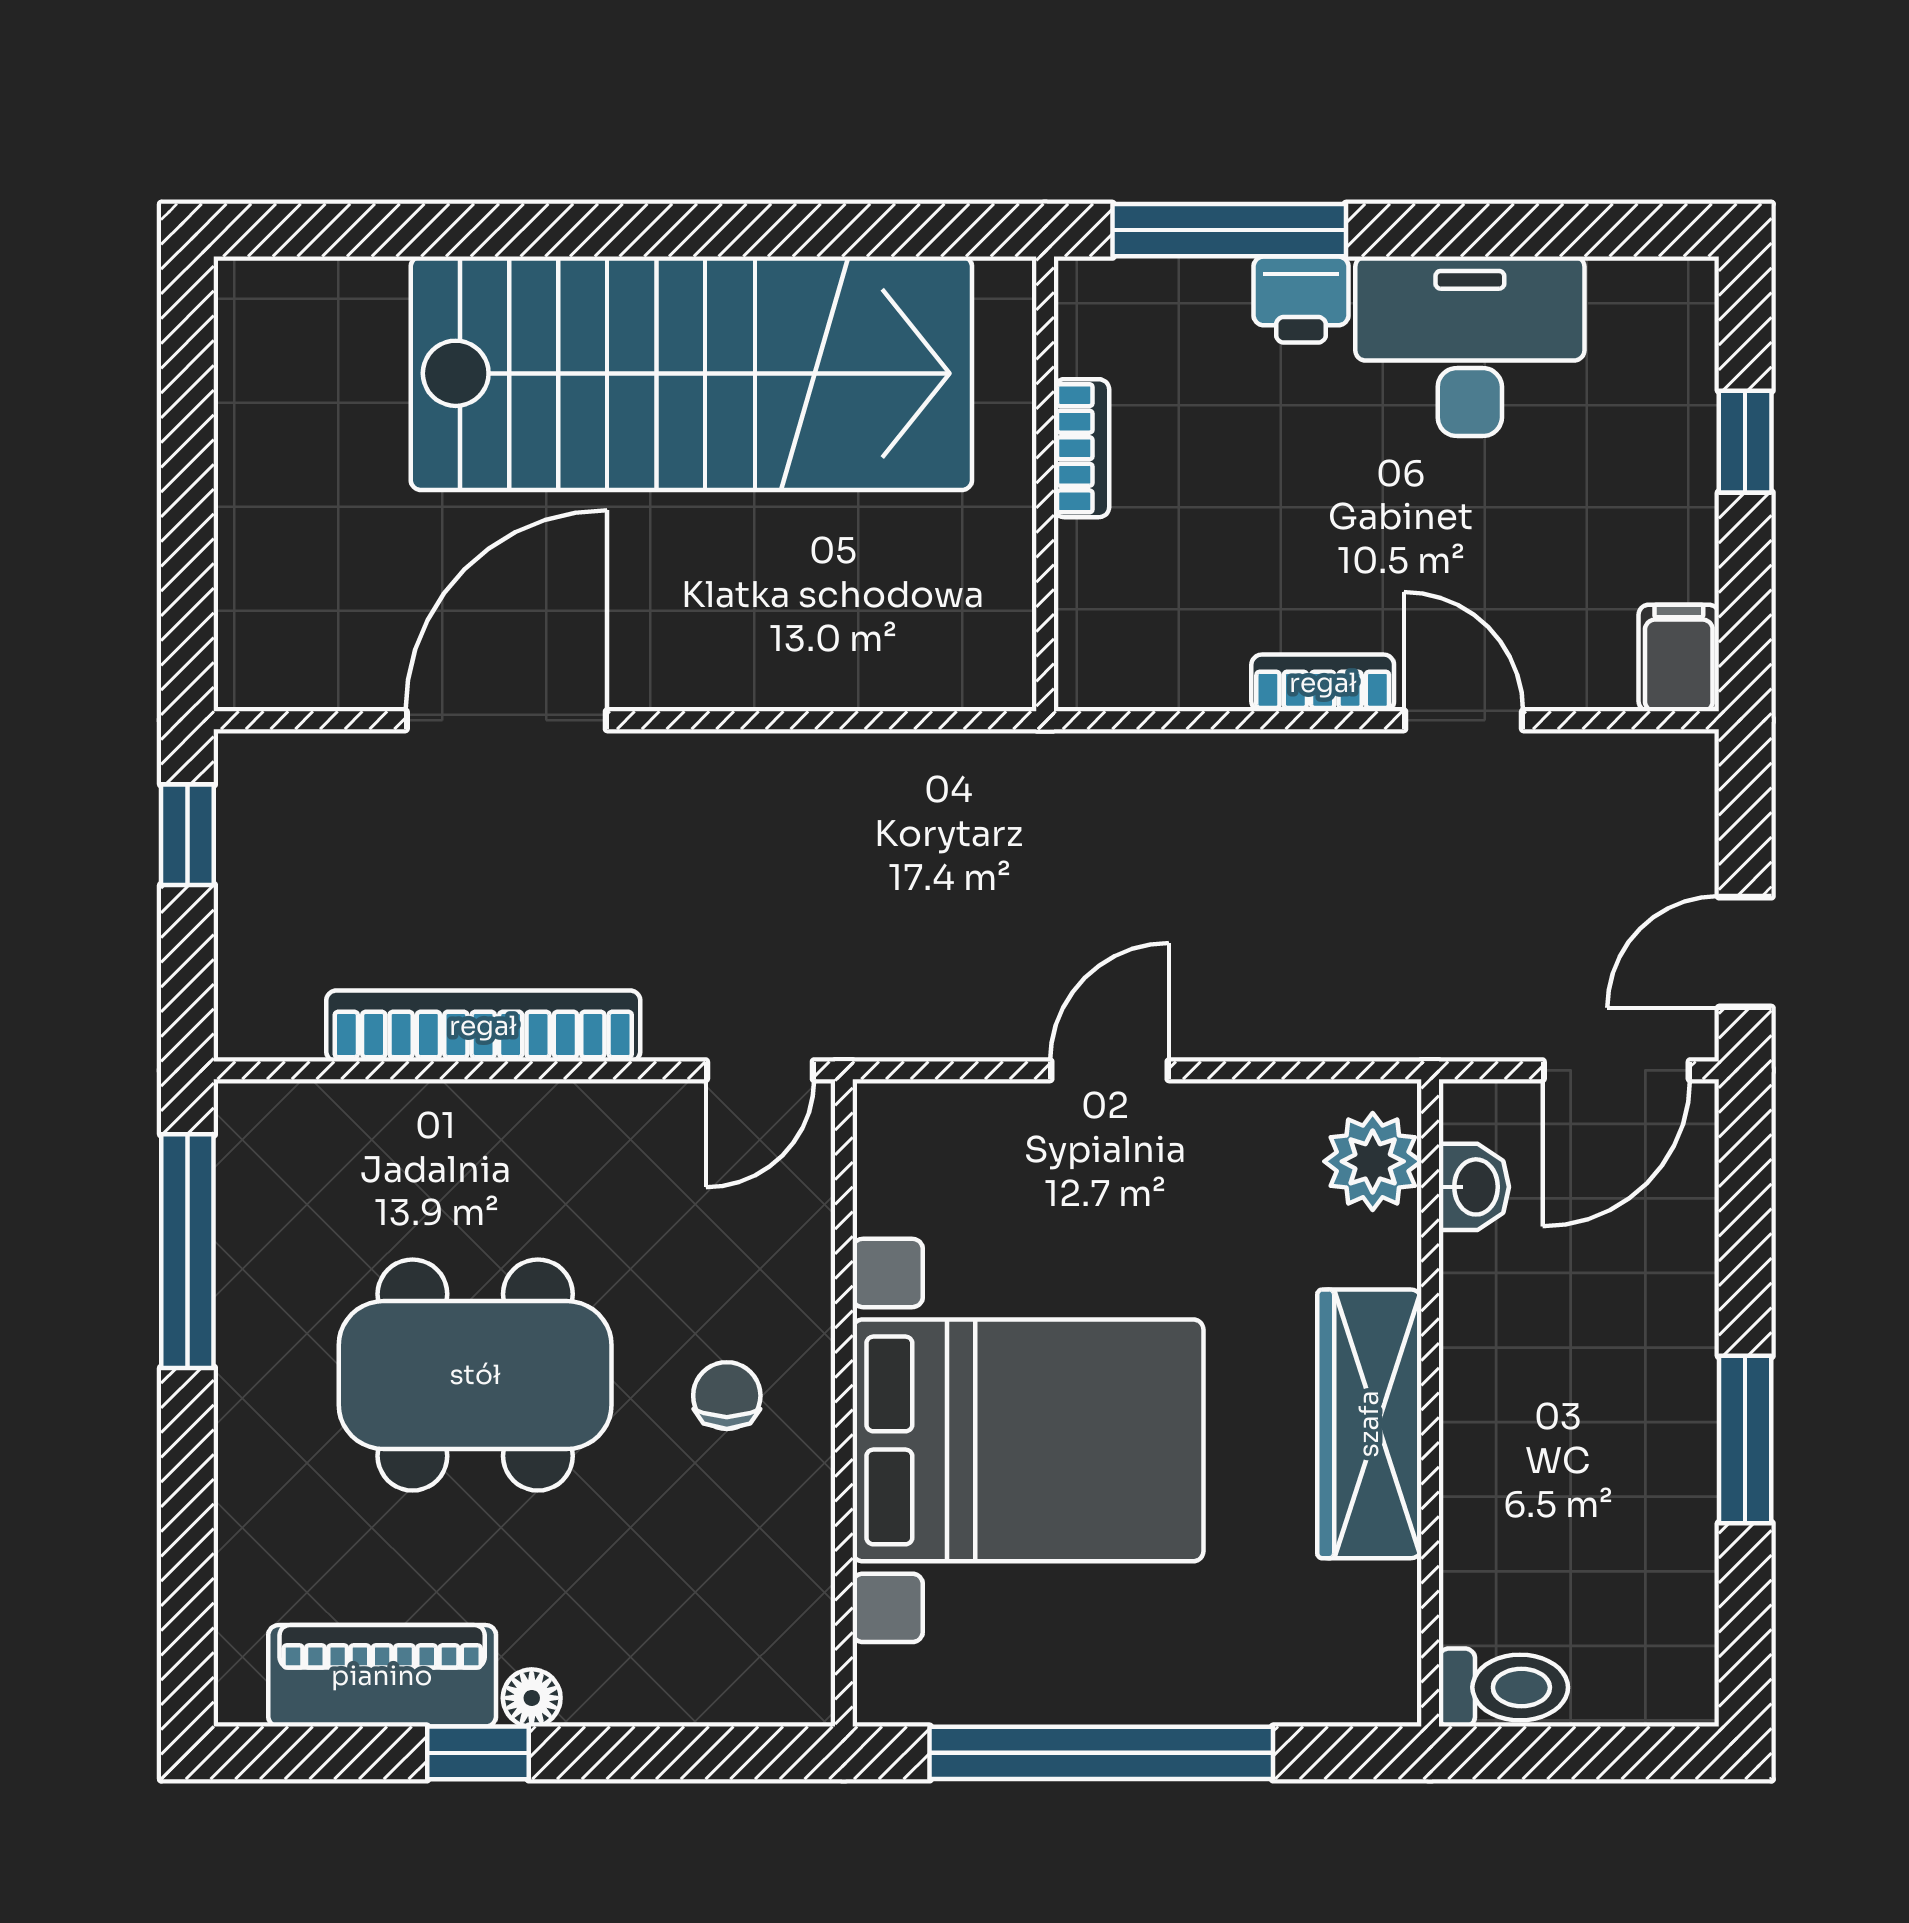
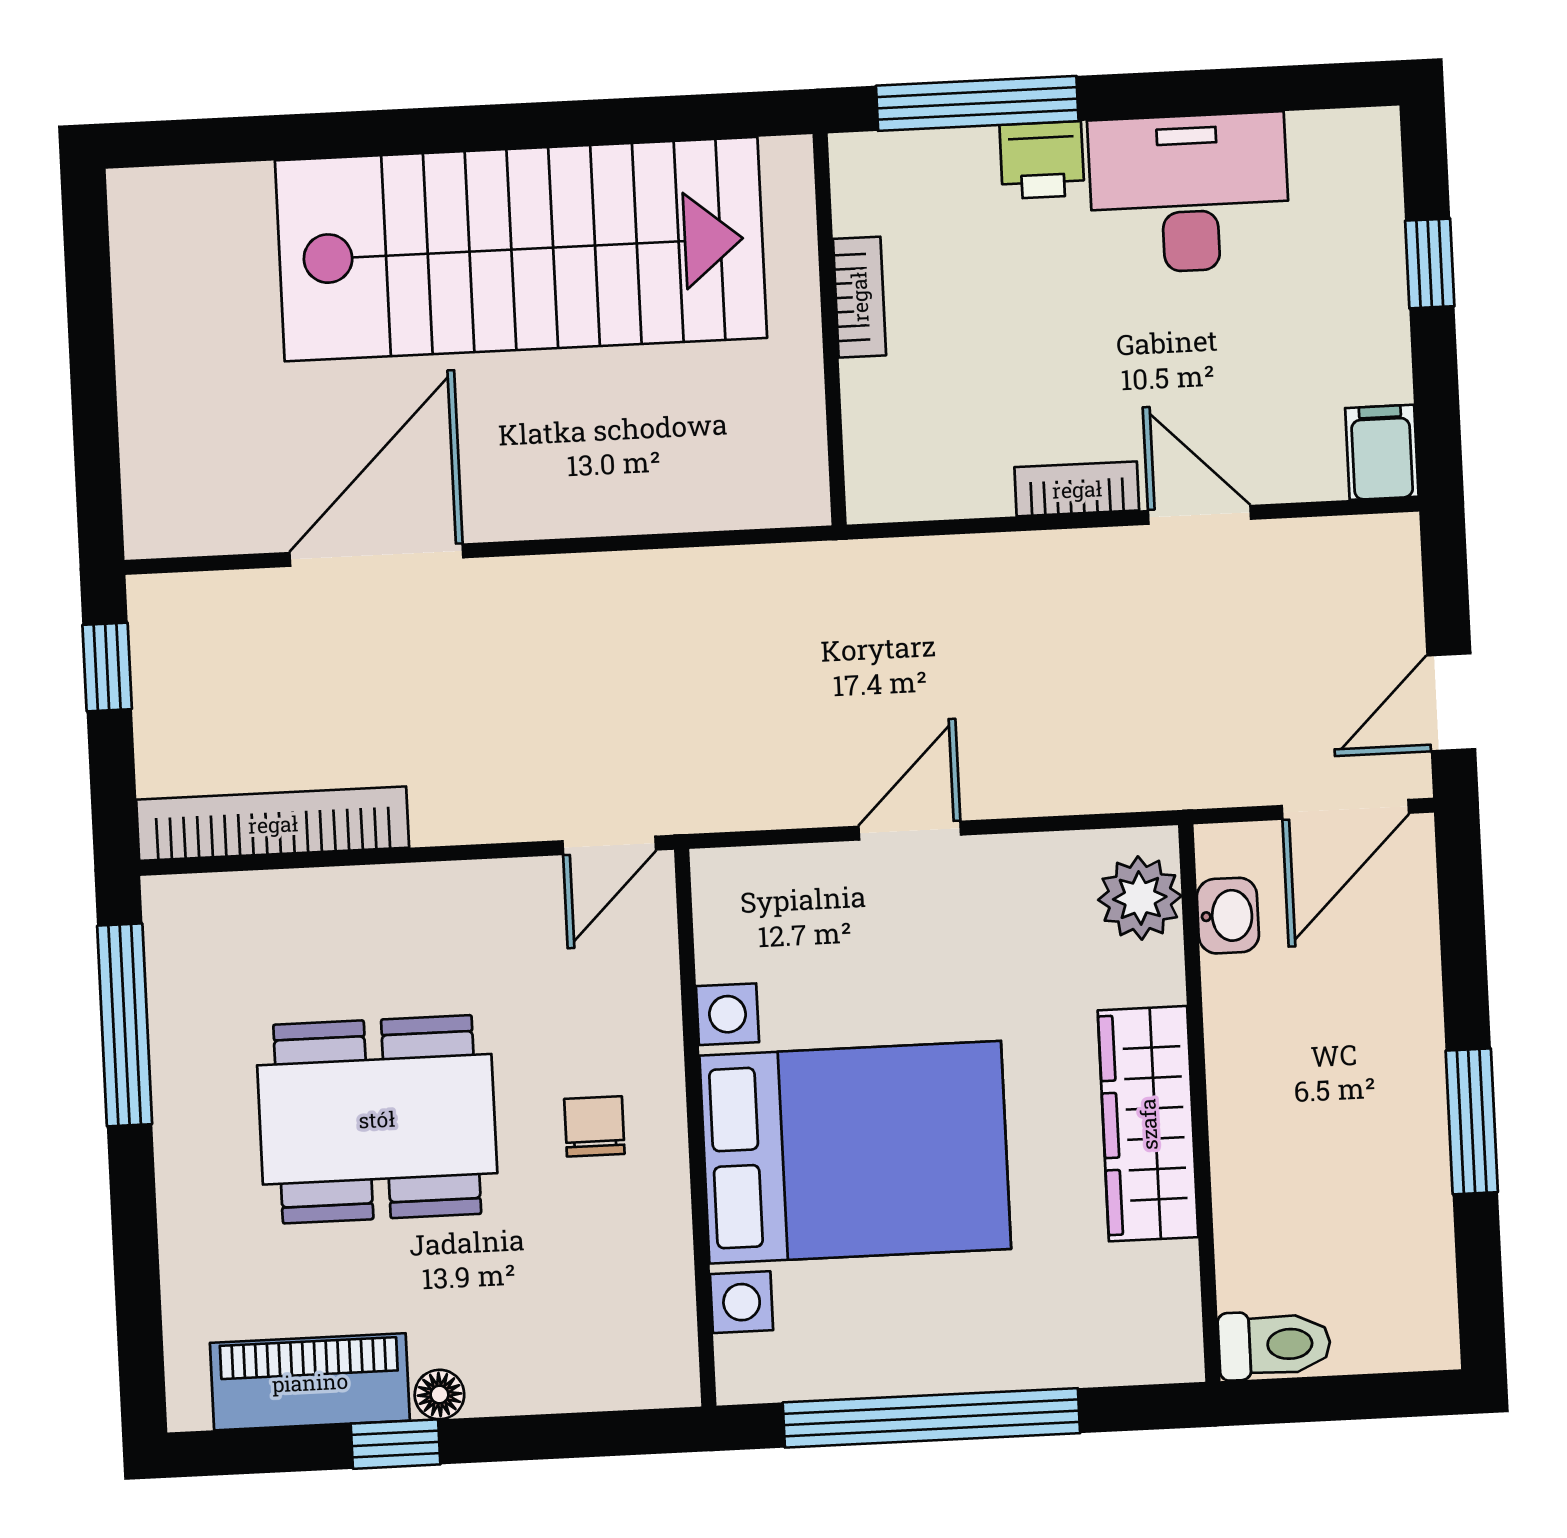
bookcase: (483, 1026) -> (273, 824), moved

